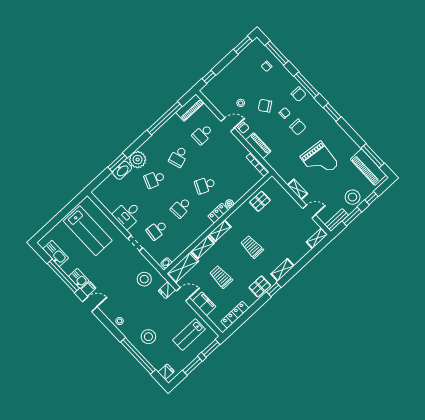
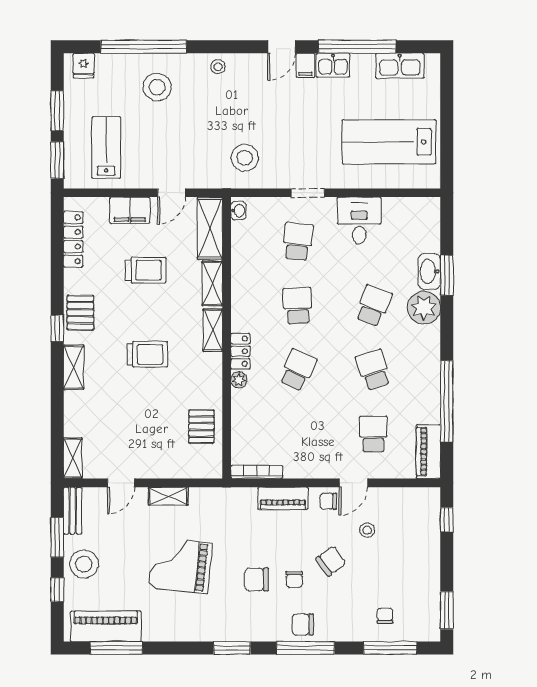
fridge: (167, 290) -> (199, 175), removed

